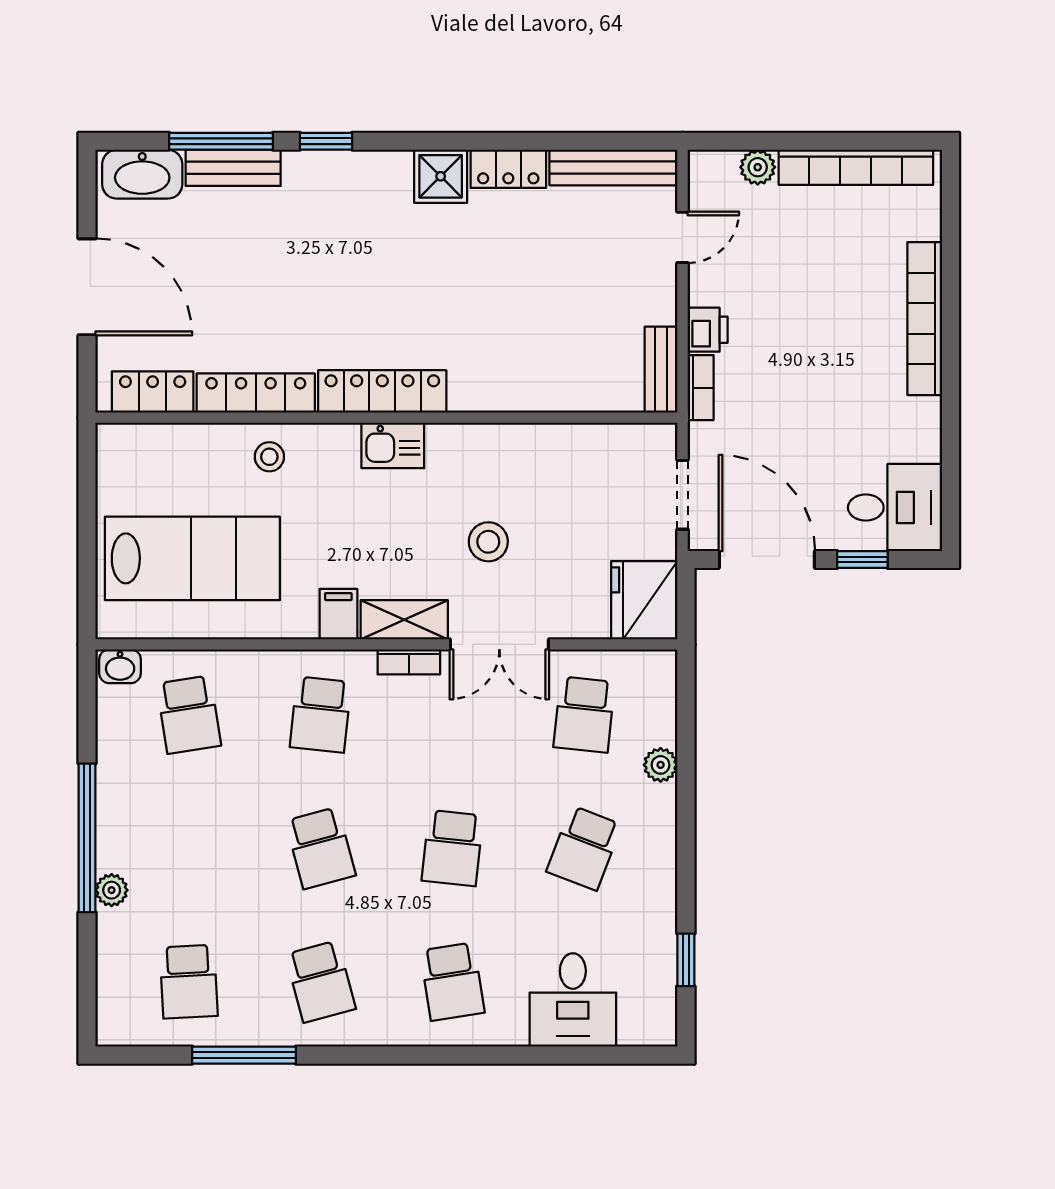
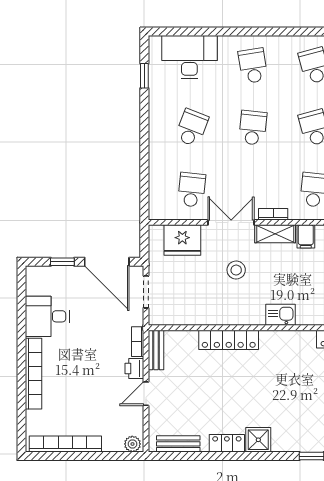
bench: (613, 167) -> (178, 444), width x0.73
plant: (758, 167) -> (132, 444), moved
door: (682, 237) -> (146, 394), moved
locker: (382, 391) -> (229, 340), moved
desk: (895, 508) -> (47, 316), moved
fridge: (644, 600) -> (182, 240), moved, turned 90
plant: (661, 765) -> (156, 166), removed
desk: (573, 1000) -> (189, 57), width x1.37

